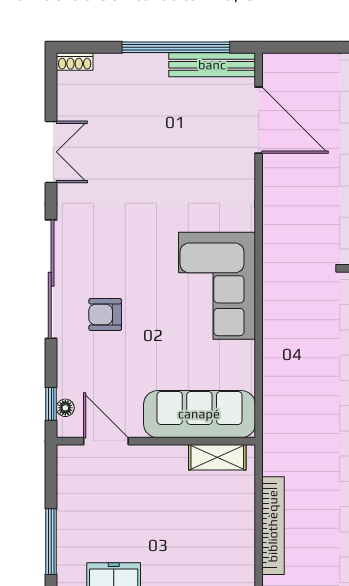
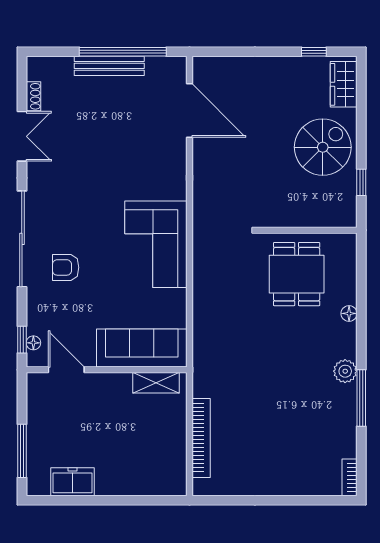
shoe rack: (75, 62) -> (33, 96), moved, turned -90
bench: (212, 65) -> (109, 66), moved

